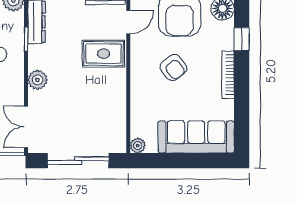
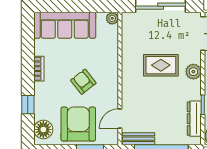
rug: (103, 54) -> (161, 65), moved
bookcase: (228, 75) -> (39, 69), width x0.64

